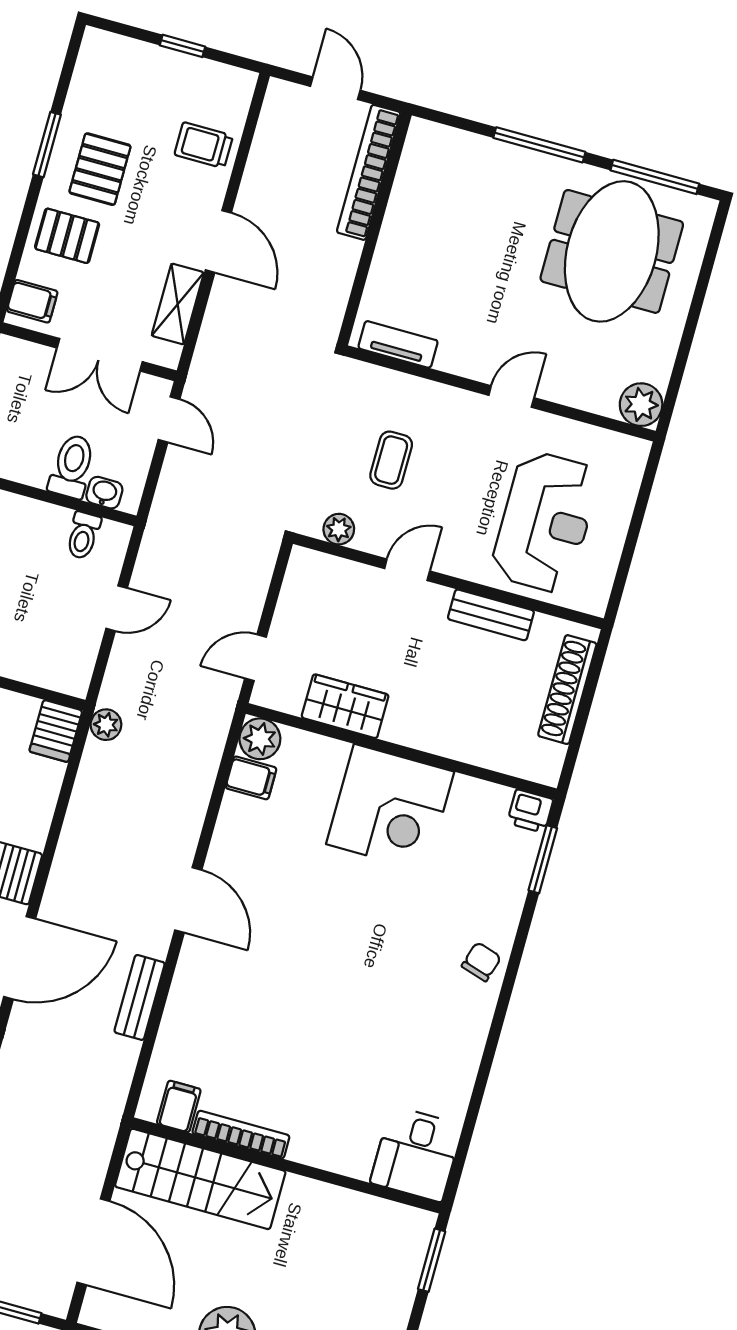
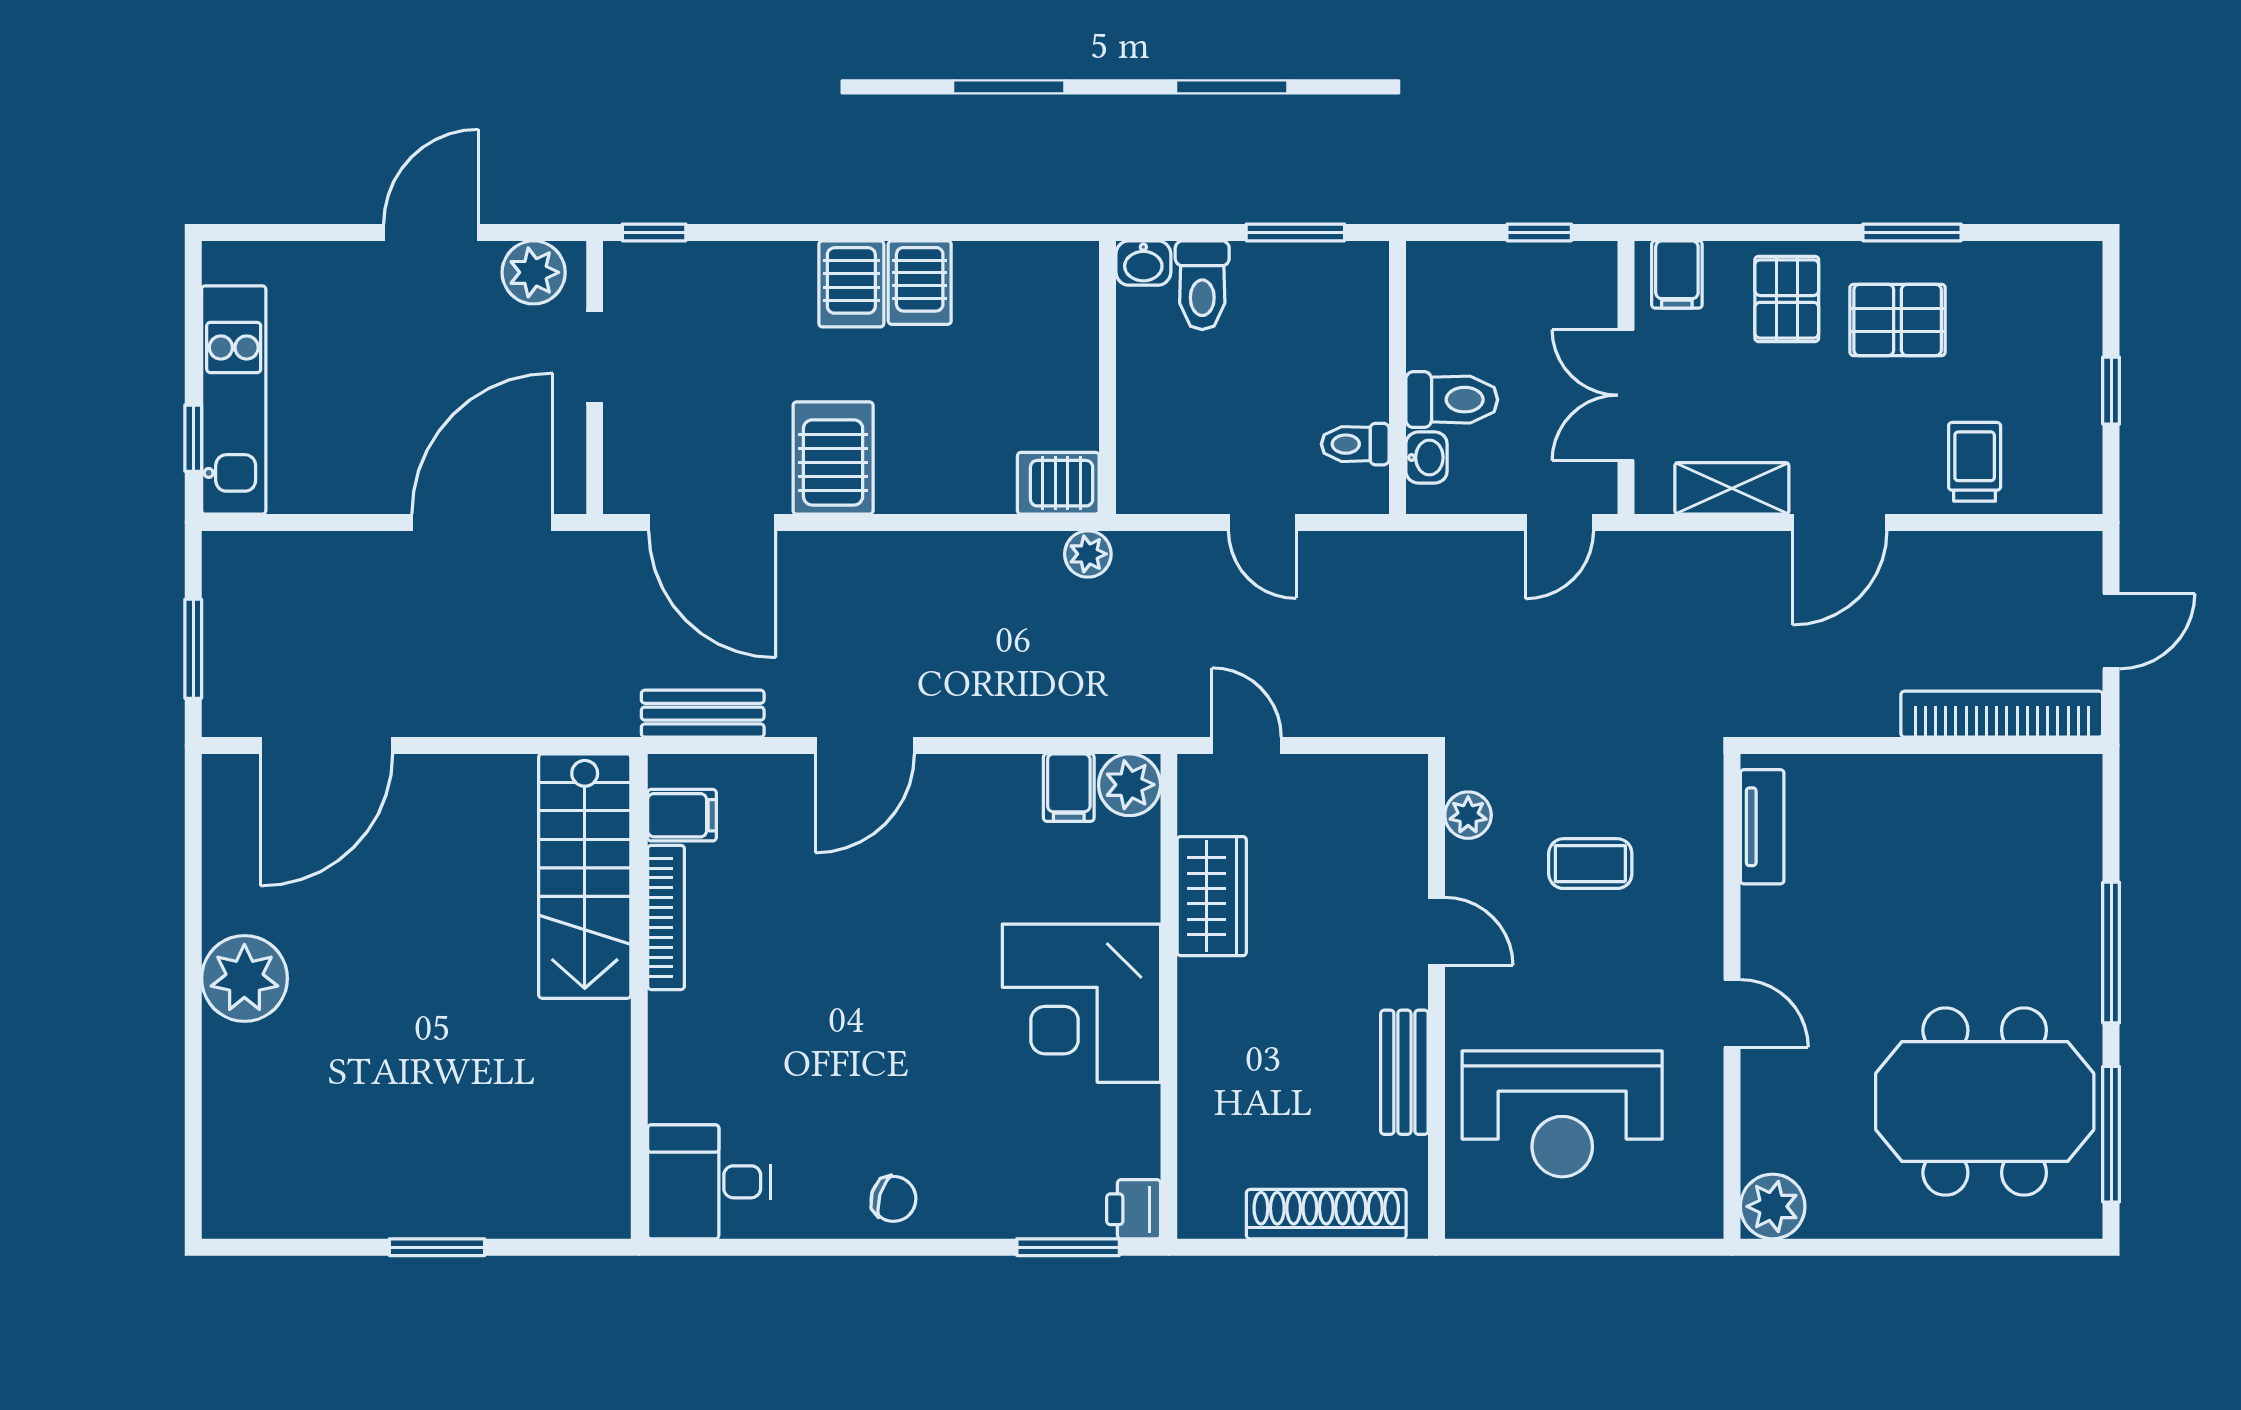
filing cabinet: (179, 1106) -> (682, 815), moved
bookcase: (241, 1135) -> (666, 917), moved
desk: (416, 1154) -> (709, 1182), moved
wall: (286, 1165) -> (639, 996), moved
stairs: (200, 1179) -> (585, 876), moved

